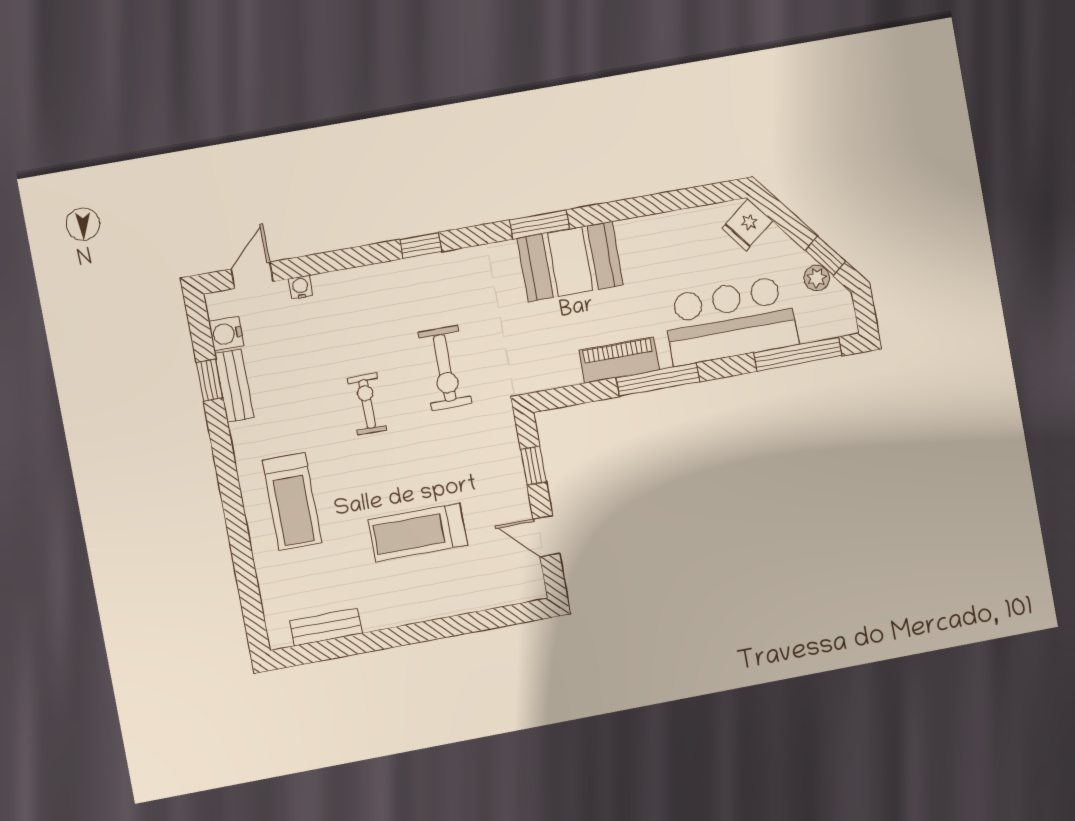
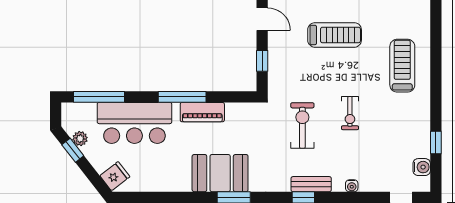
water cooler: (300, 287) -> (352, 186), moved
bench: (234, 386) -> (311, 184), moved, turned 90

